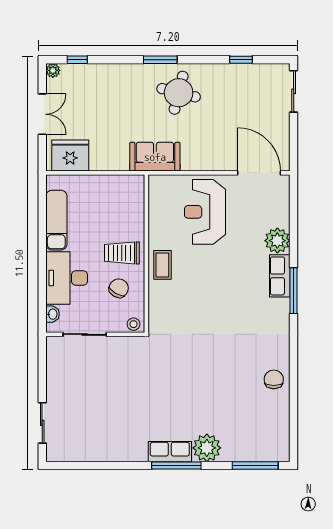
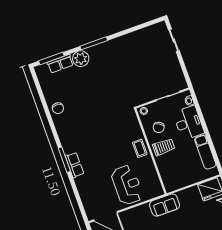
plant: (277, 241) -> (83, 183), removed
row of seats: (170, 452) -> (60, 64), moved

